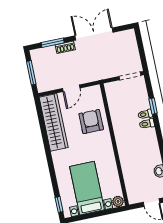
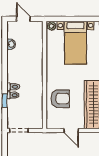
door: (71, 88) -> (71, 130), swing flipped
armchair: (91, 122) -> (60, 99), turned -90

